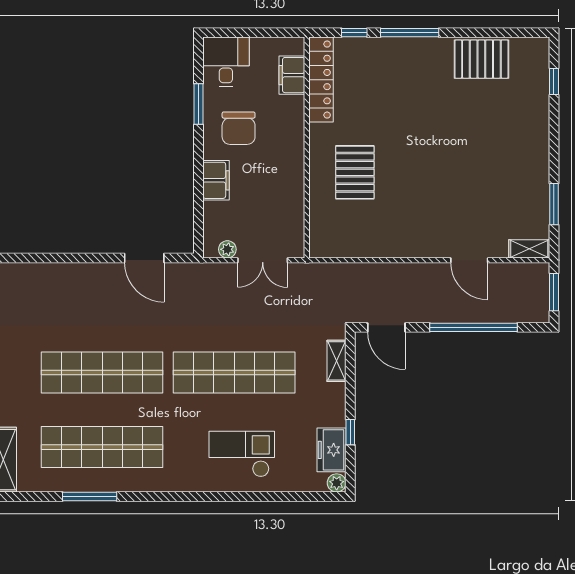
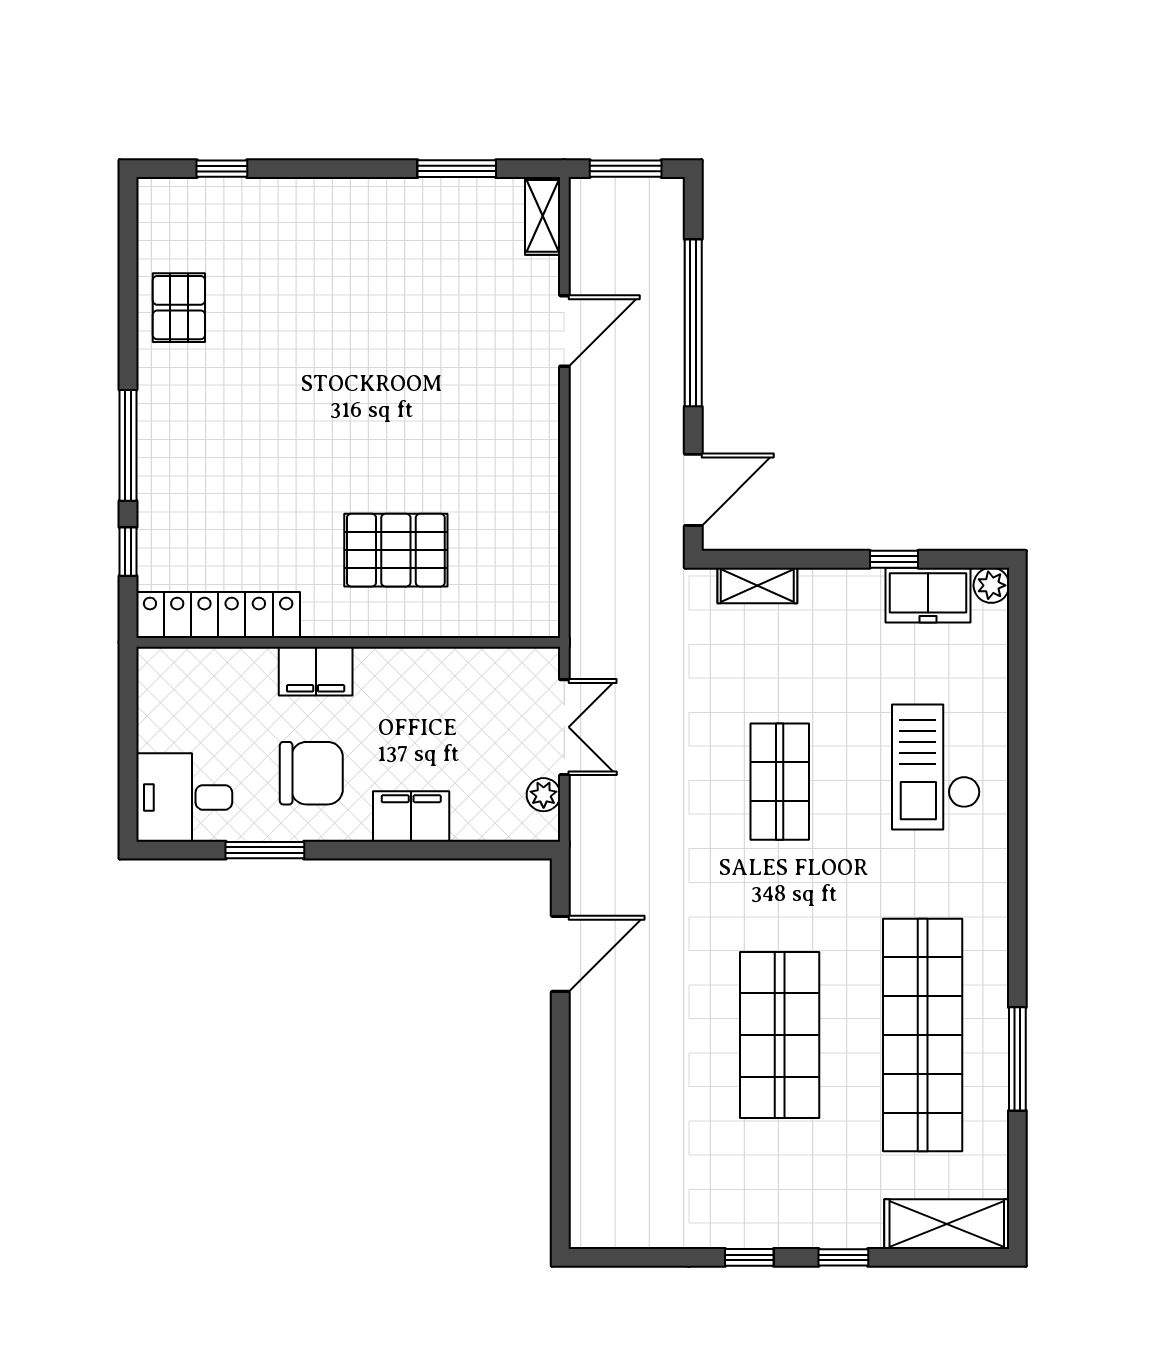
pallet: (481, 59) -> (179, 308), width x0.67, depth x0.71
filing cabinet: (292, 75) -> (316, 671), moved
shop shelf: (102, 373) -> (780, 1035), width x0.71
shop shelf: (234, 373) -> (780, 782), width x0.50, depth x0.74

